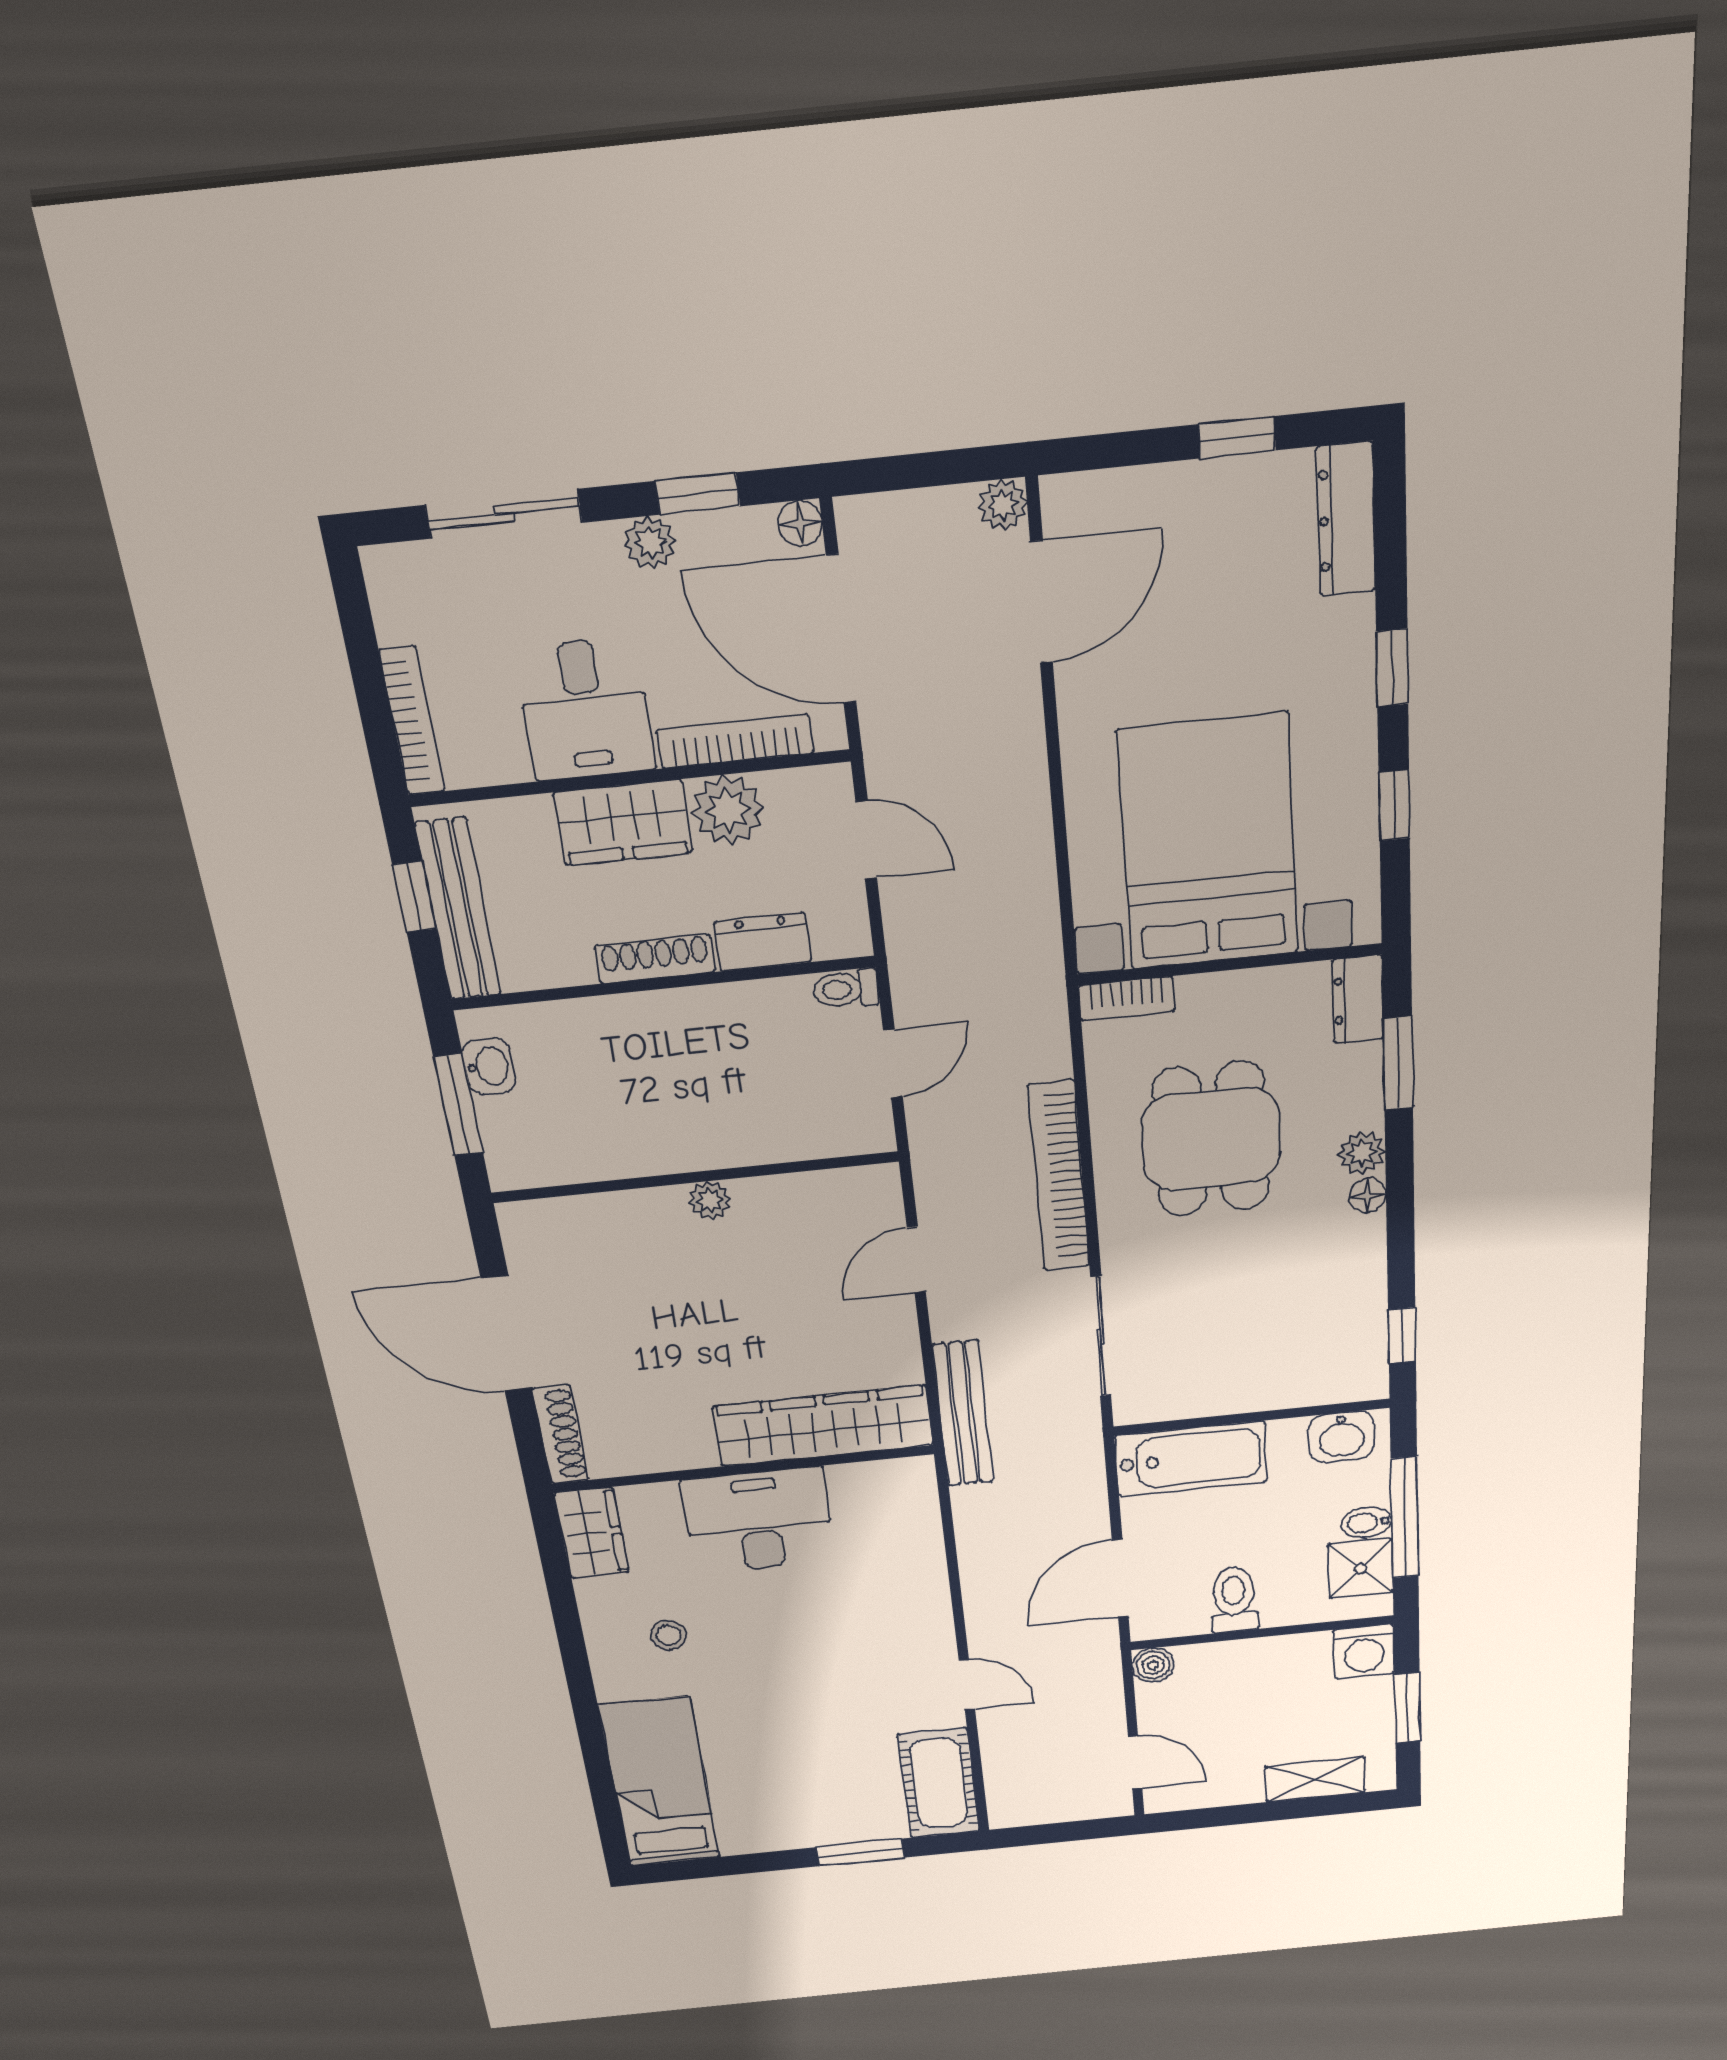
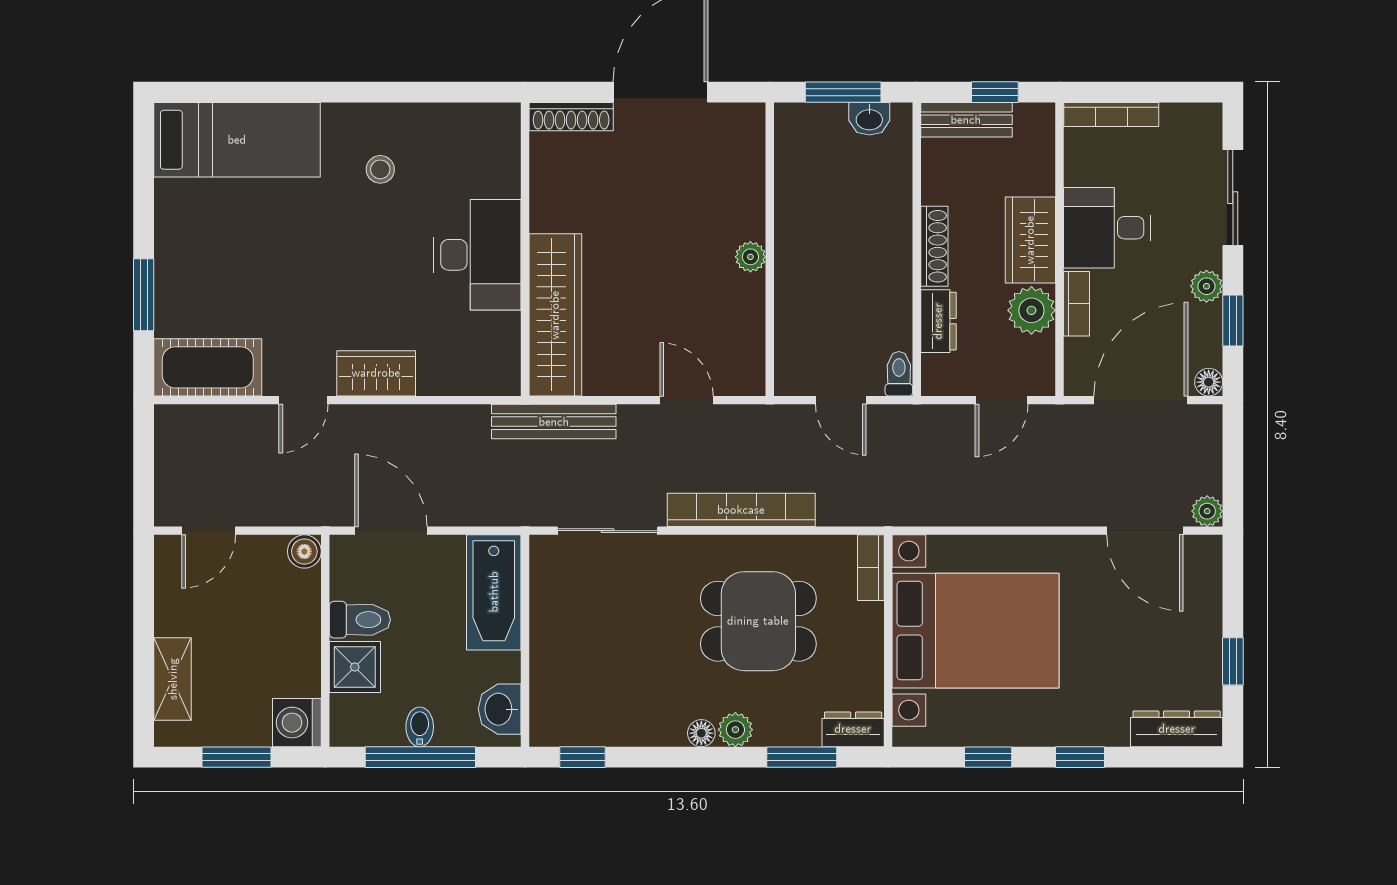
bookcase: (735, 741) -> (1076, 304), width x0.64
bench: (458, 909) -> (966, 120), width x0.73
wardrobe: (592, 1533) -> (376, 373), moved, turned 180
shower: (1361, 1568) -> (355, 667), moved

